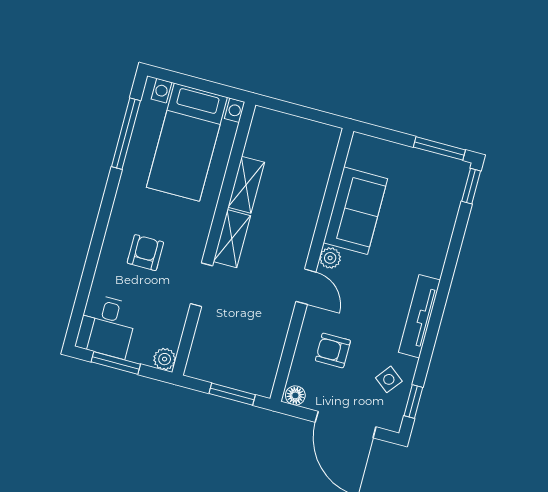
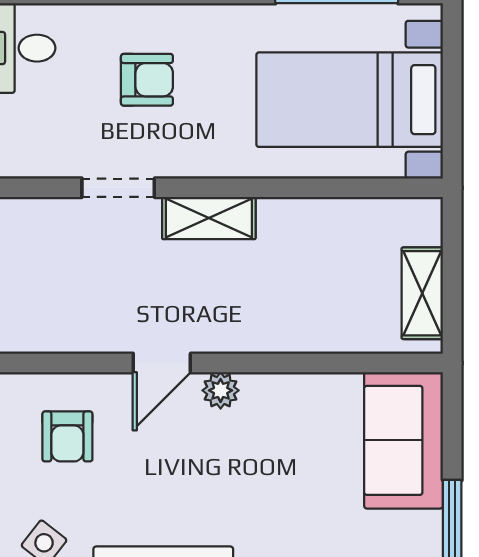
shelving: (246, 185) -> (422, 293), moved, turned 90
sofa: (355, 211) -> (404, 440), moved, turned 90
armchair: (333, 350) -> (67, 436), turned 180

